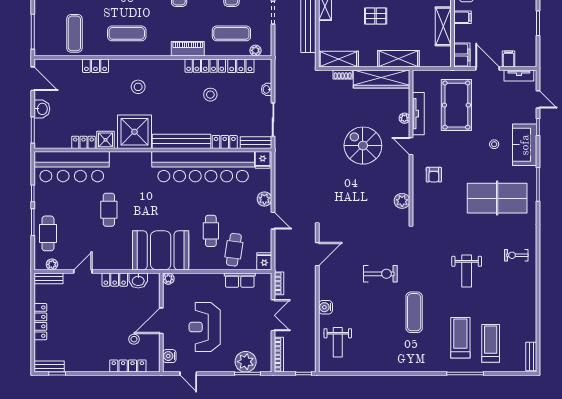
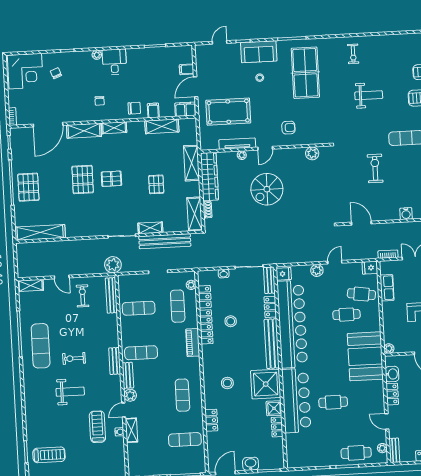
tv unit: (519, 76) -> (200, 60), removed
bar counter: (72, 167) -> (296, 400), moved

